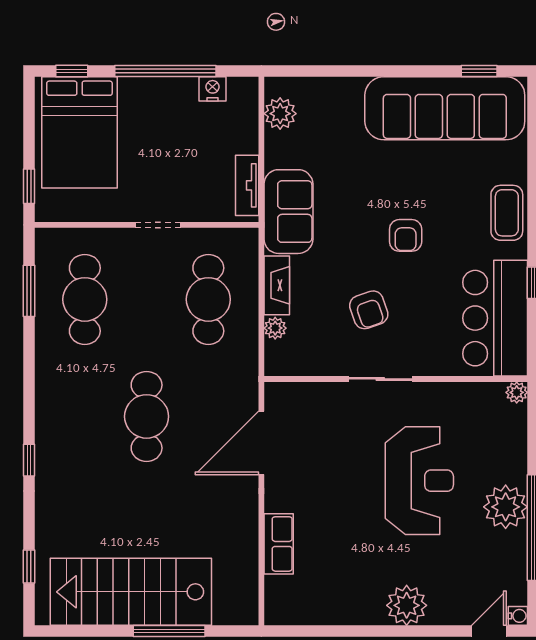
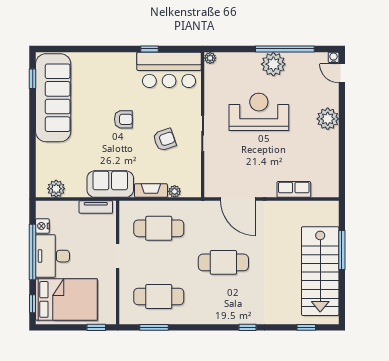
desk: (158, 107) -> (52, 256), added
coffee table: (507, 213) -> (111, 63), removed

